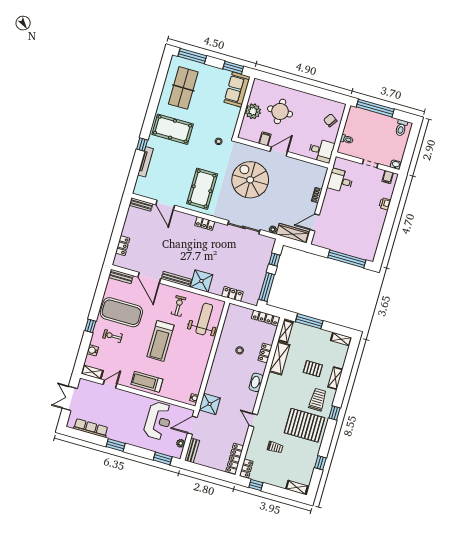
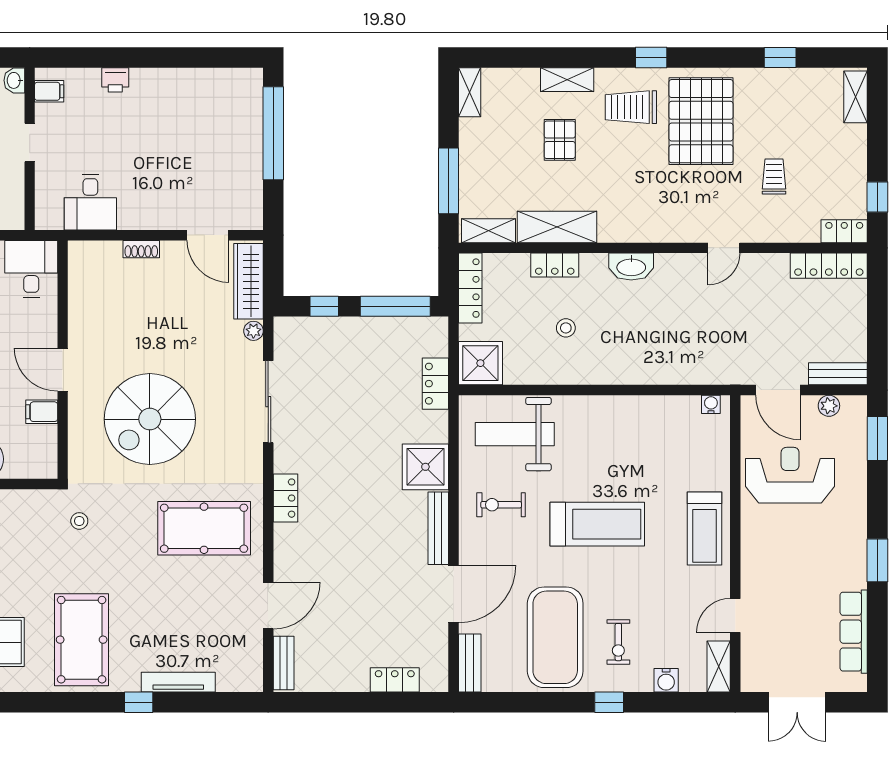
door: (110, 384) -> (735, 615), hinge flipped
shower: (210, 404) -> (480, 363), moved

